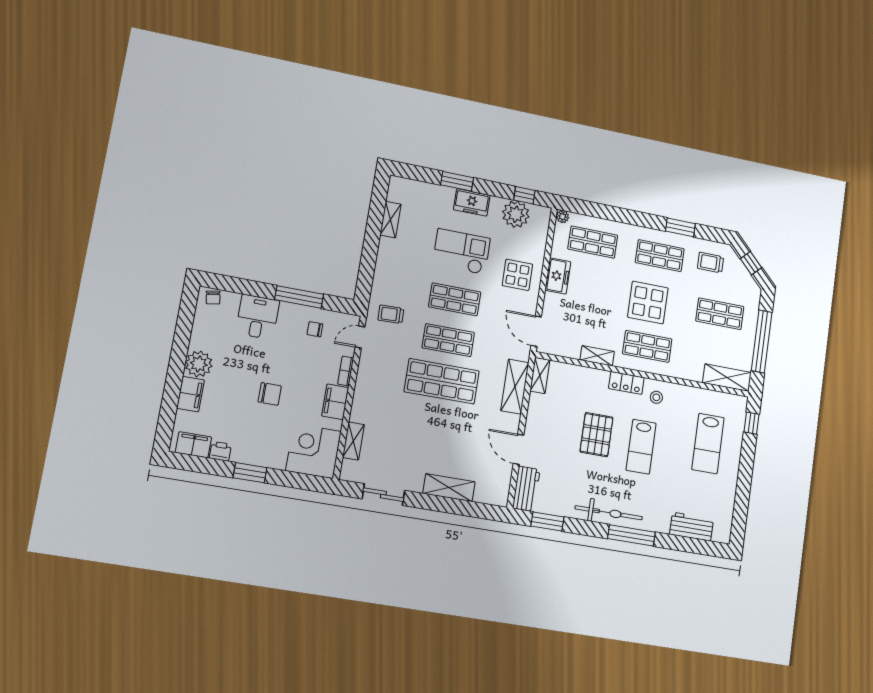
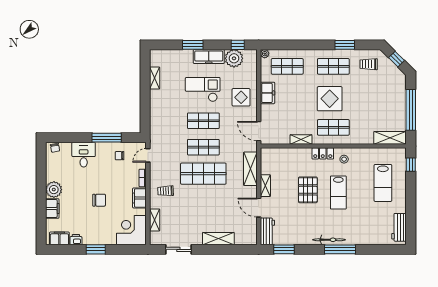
freezer: (472, 202) -> (209, 57), width x1.40
trolley: (391, 314) -> (166, 191), moved
shop shelf: (720, 314) -> (379, 97), removed
shelving: (540, 375) -> (265, 186), moved
bicycle: (609, 513) -> (329, 240), width x0.73, depth x0.71
workbench: (692, 527) -> (399, 227), moved, turned -90

